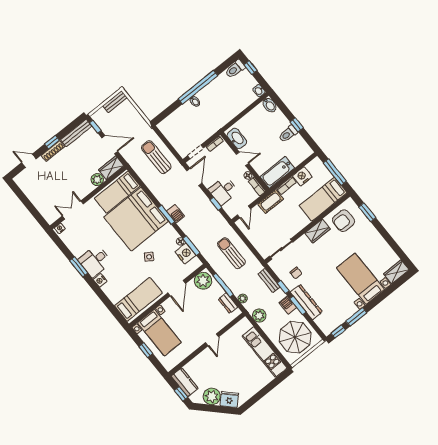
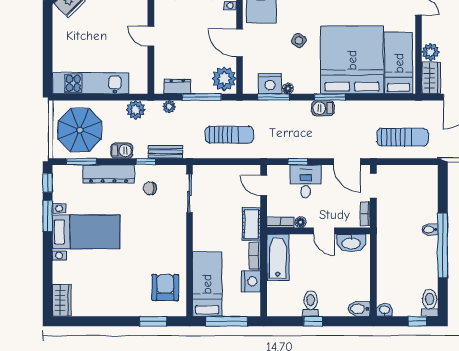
door: (242, 159) -> (324, 231), hinge flipped
wardrobe: (318, 231) -> (177, 250), removed
bed with nightstands: (361, 279) -> (86, 232), moved
window: (298, 305) -> (81, 162), moved

